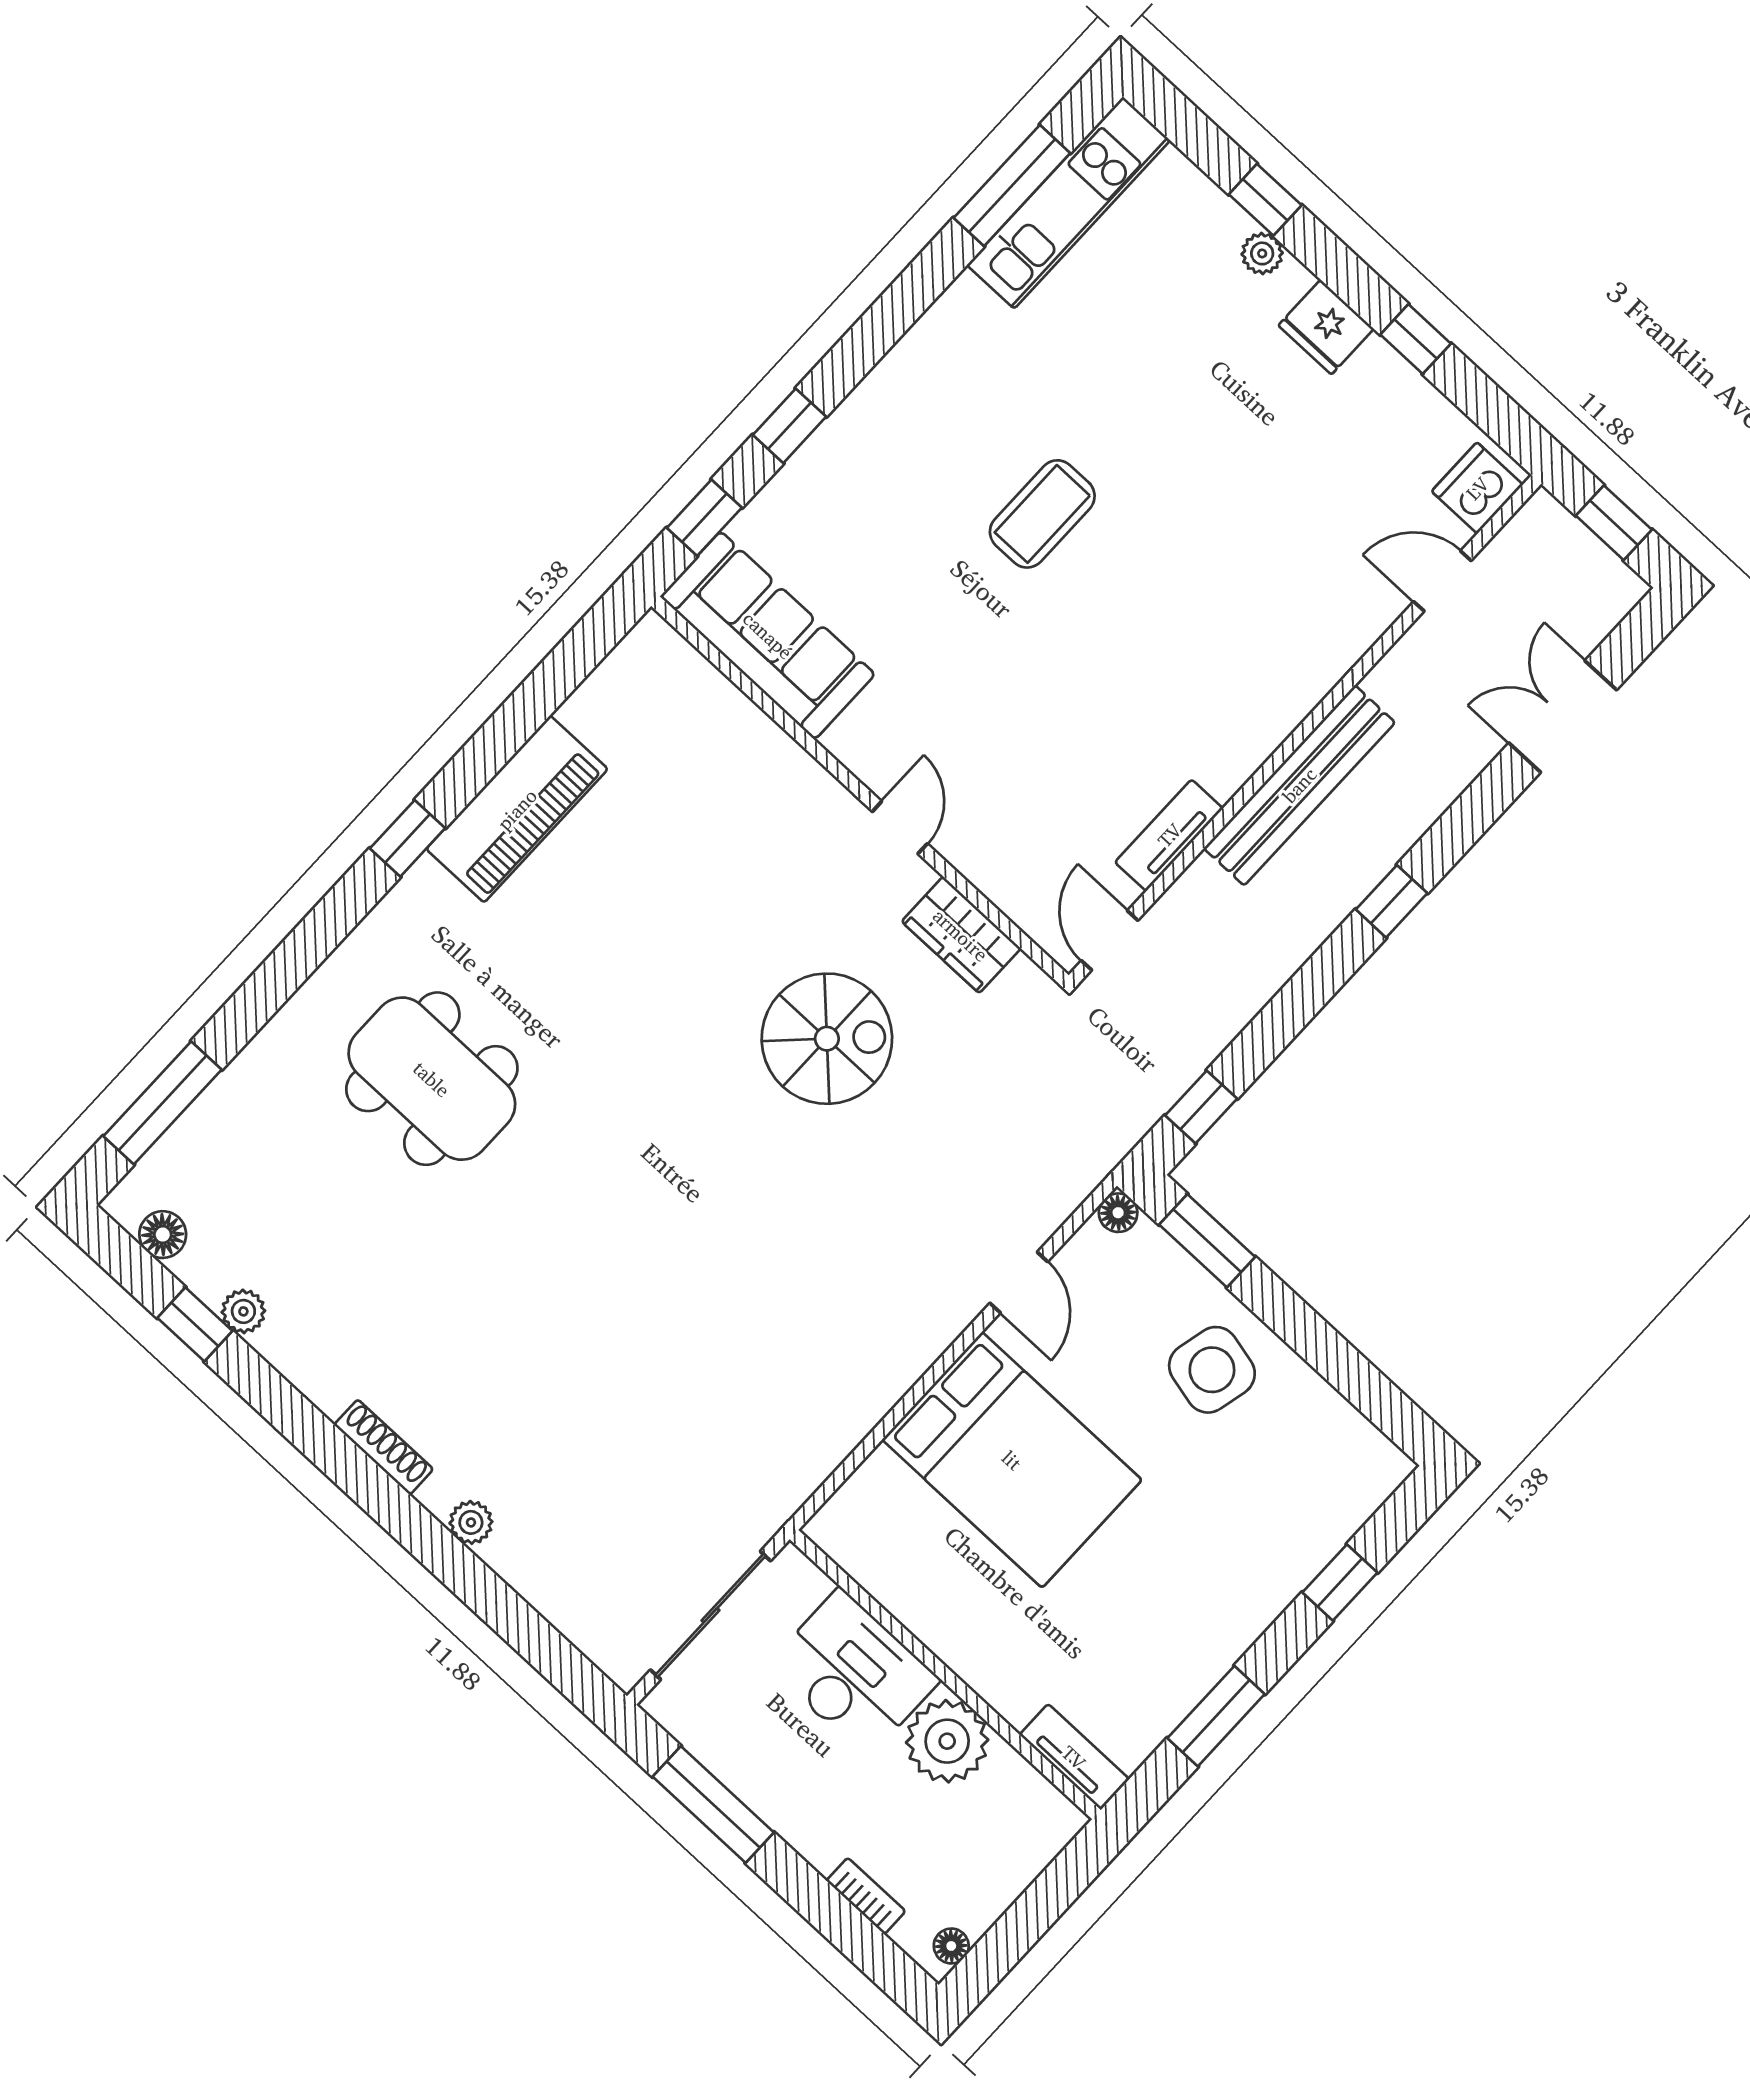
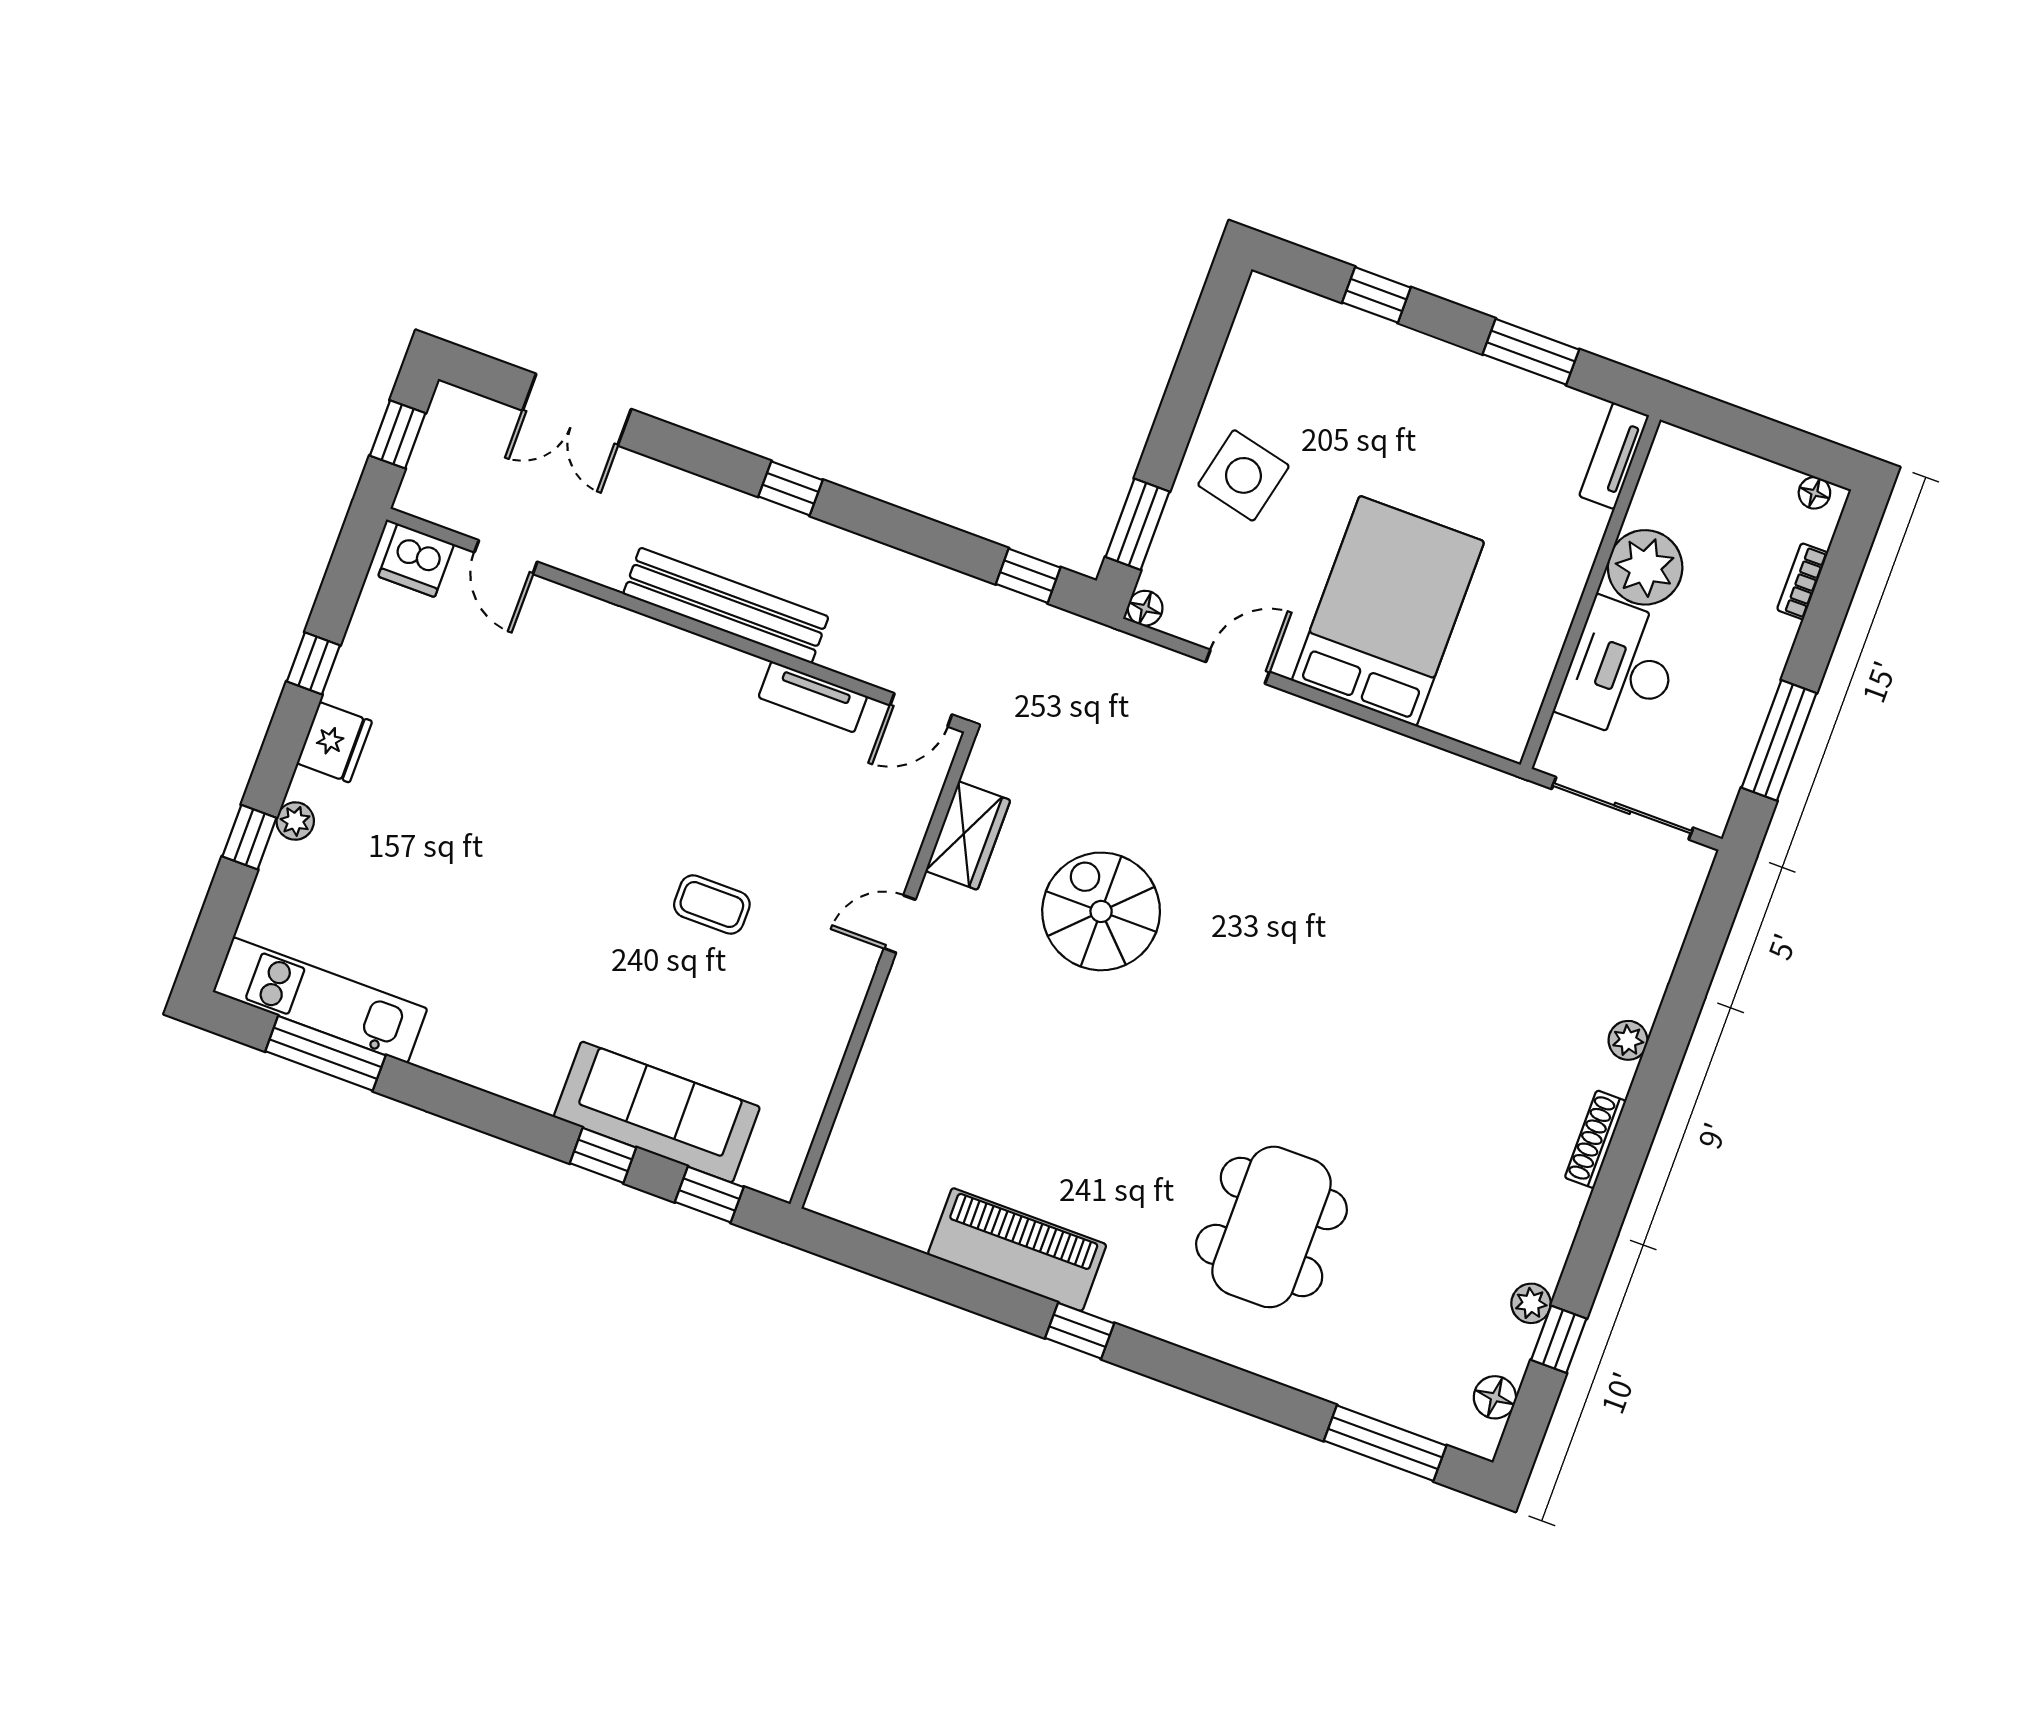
coffee table: (1042, 514) -> (712, 904), moved, width x0.73, depth x0.77
sofa: (768, 635) -> (657, 1112), moved, turned 90

